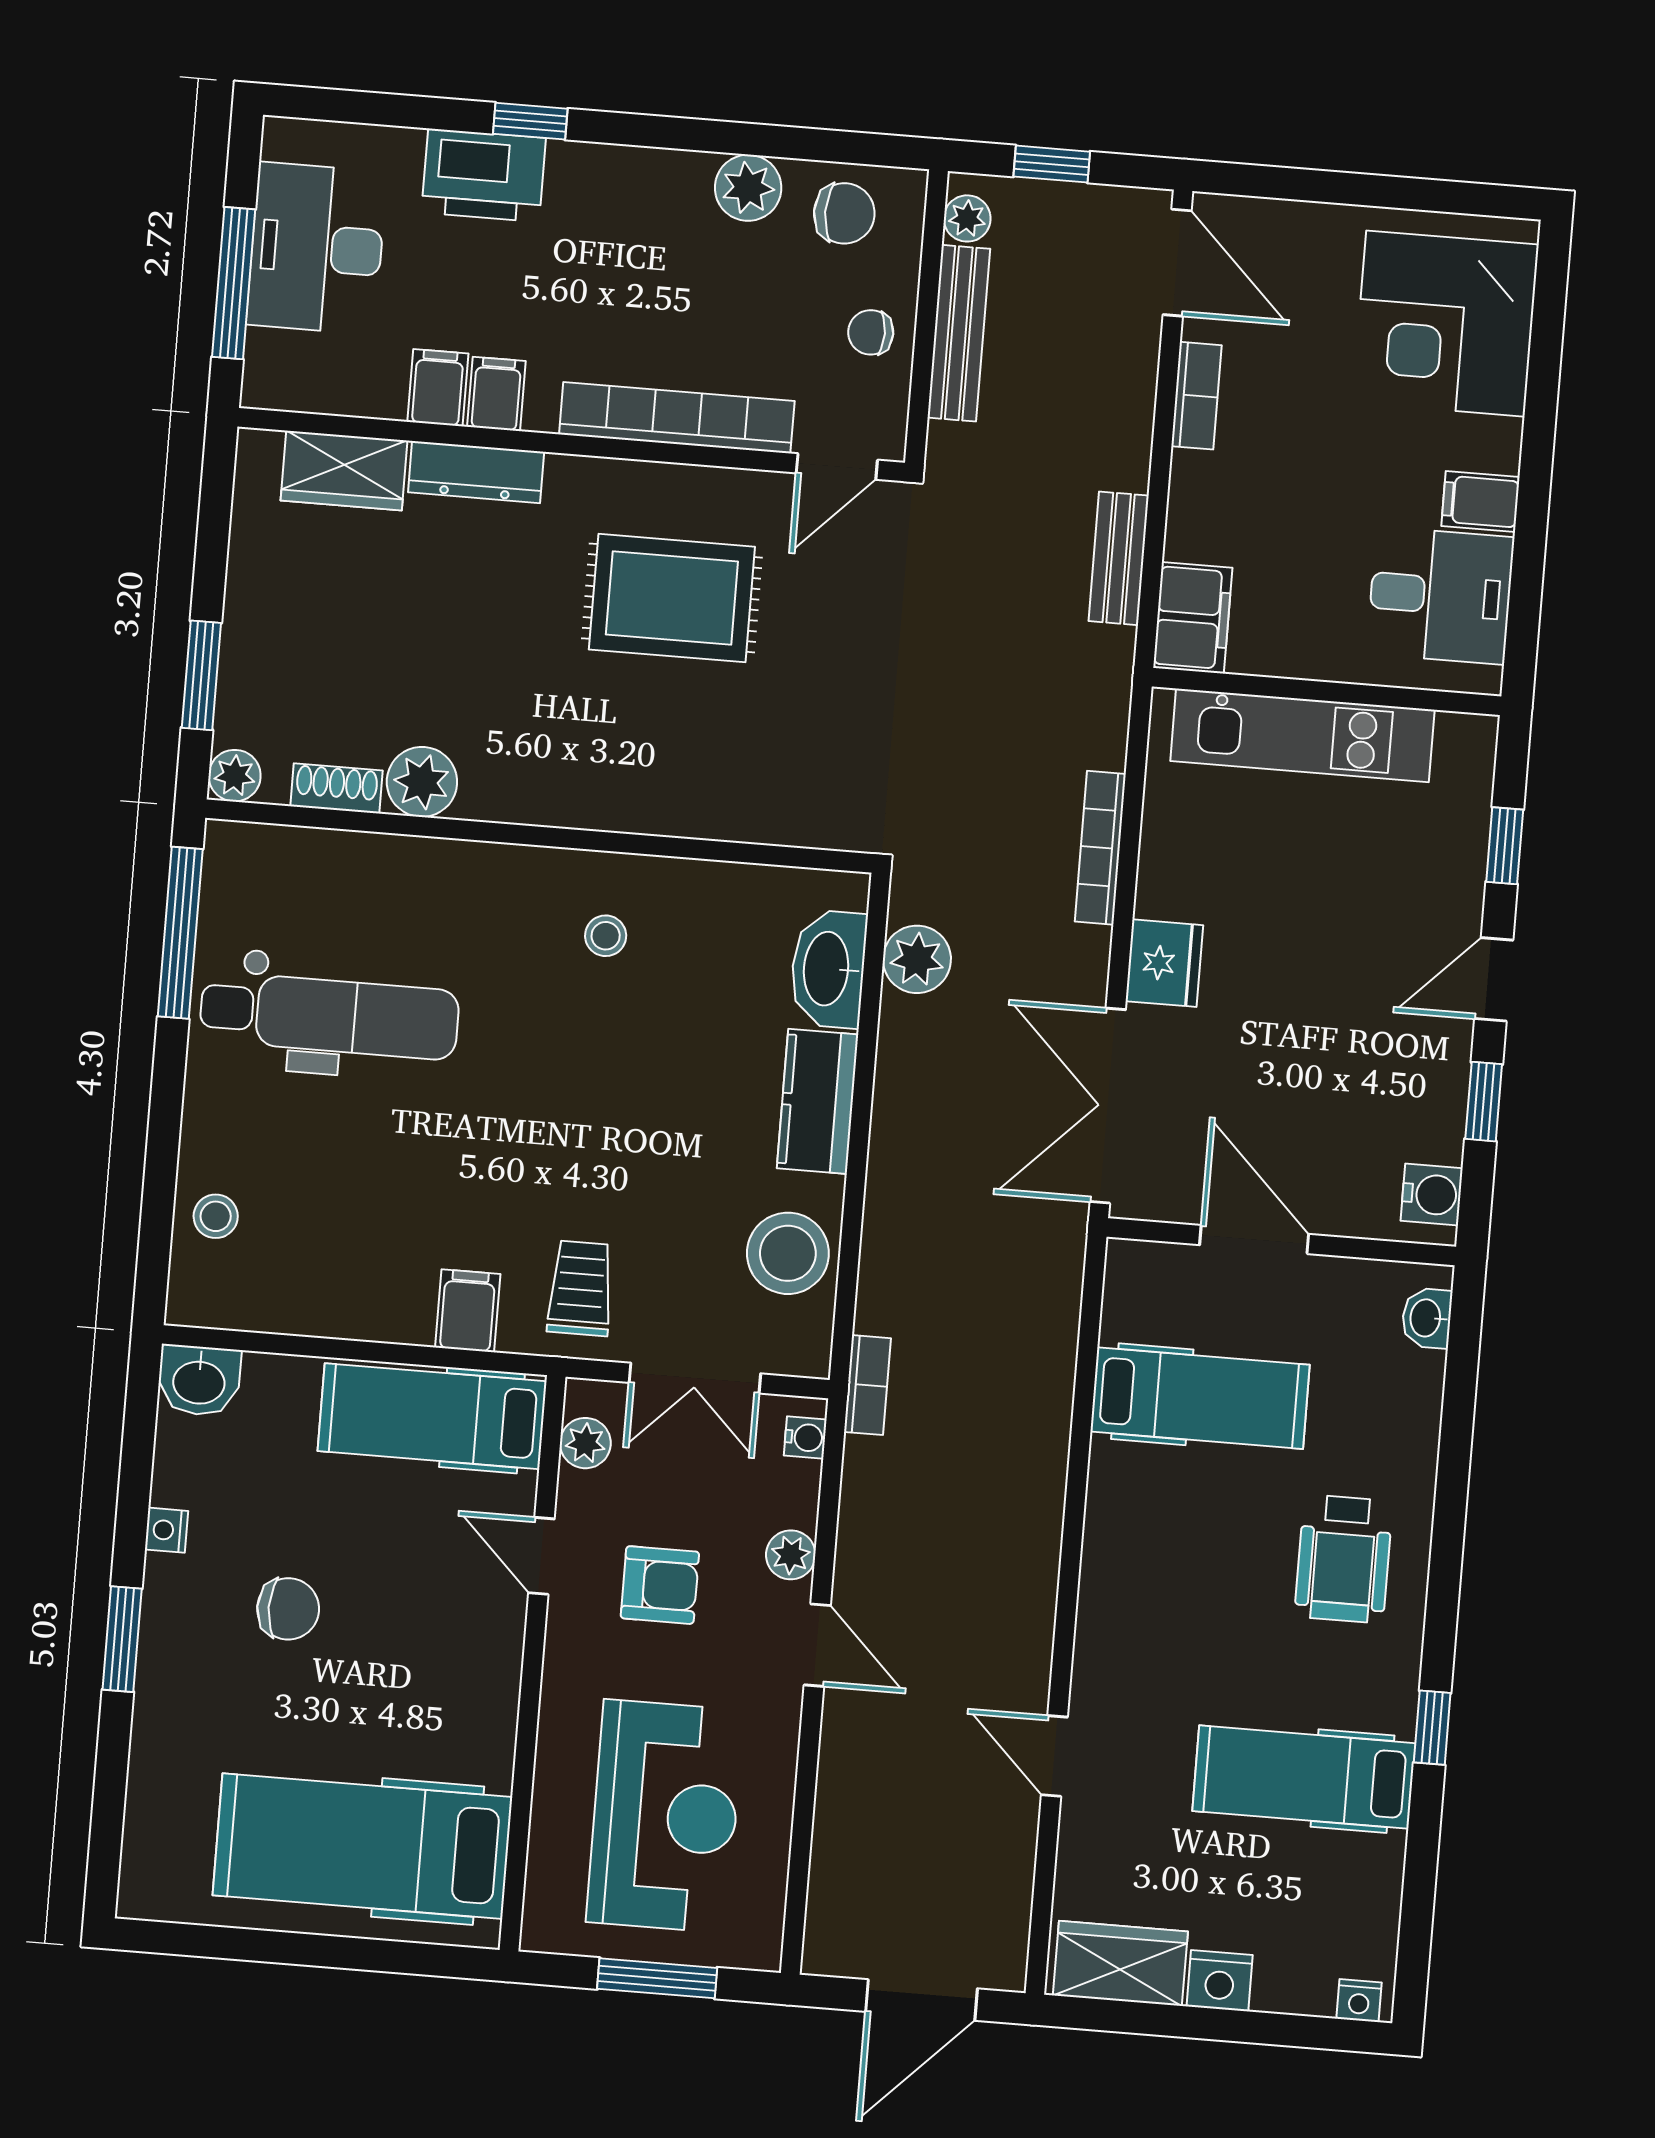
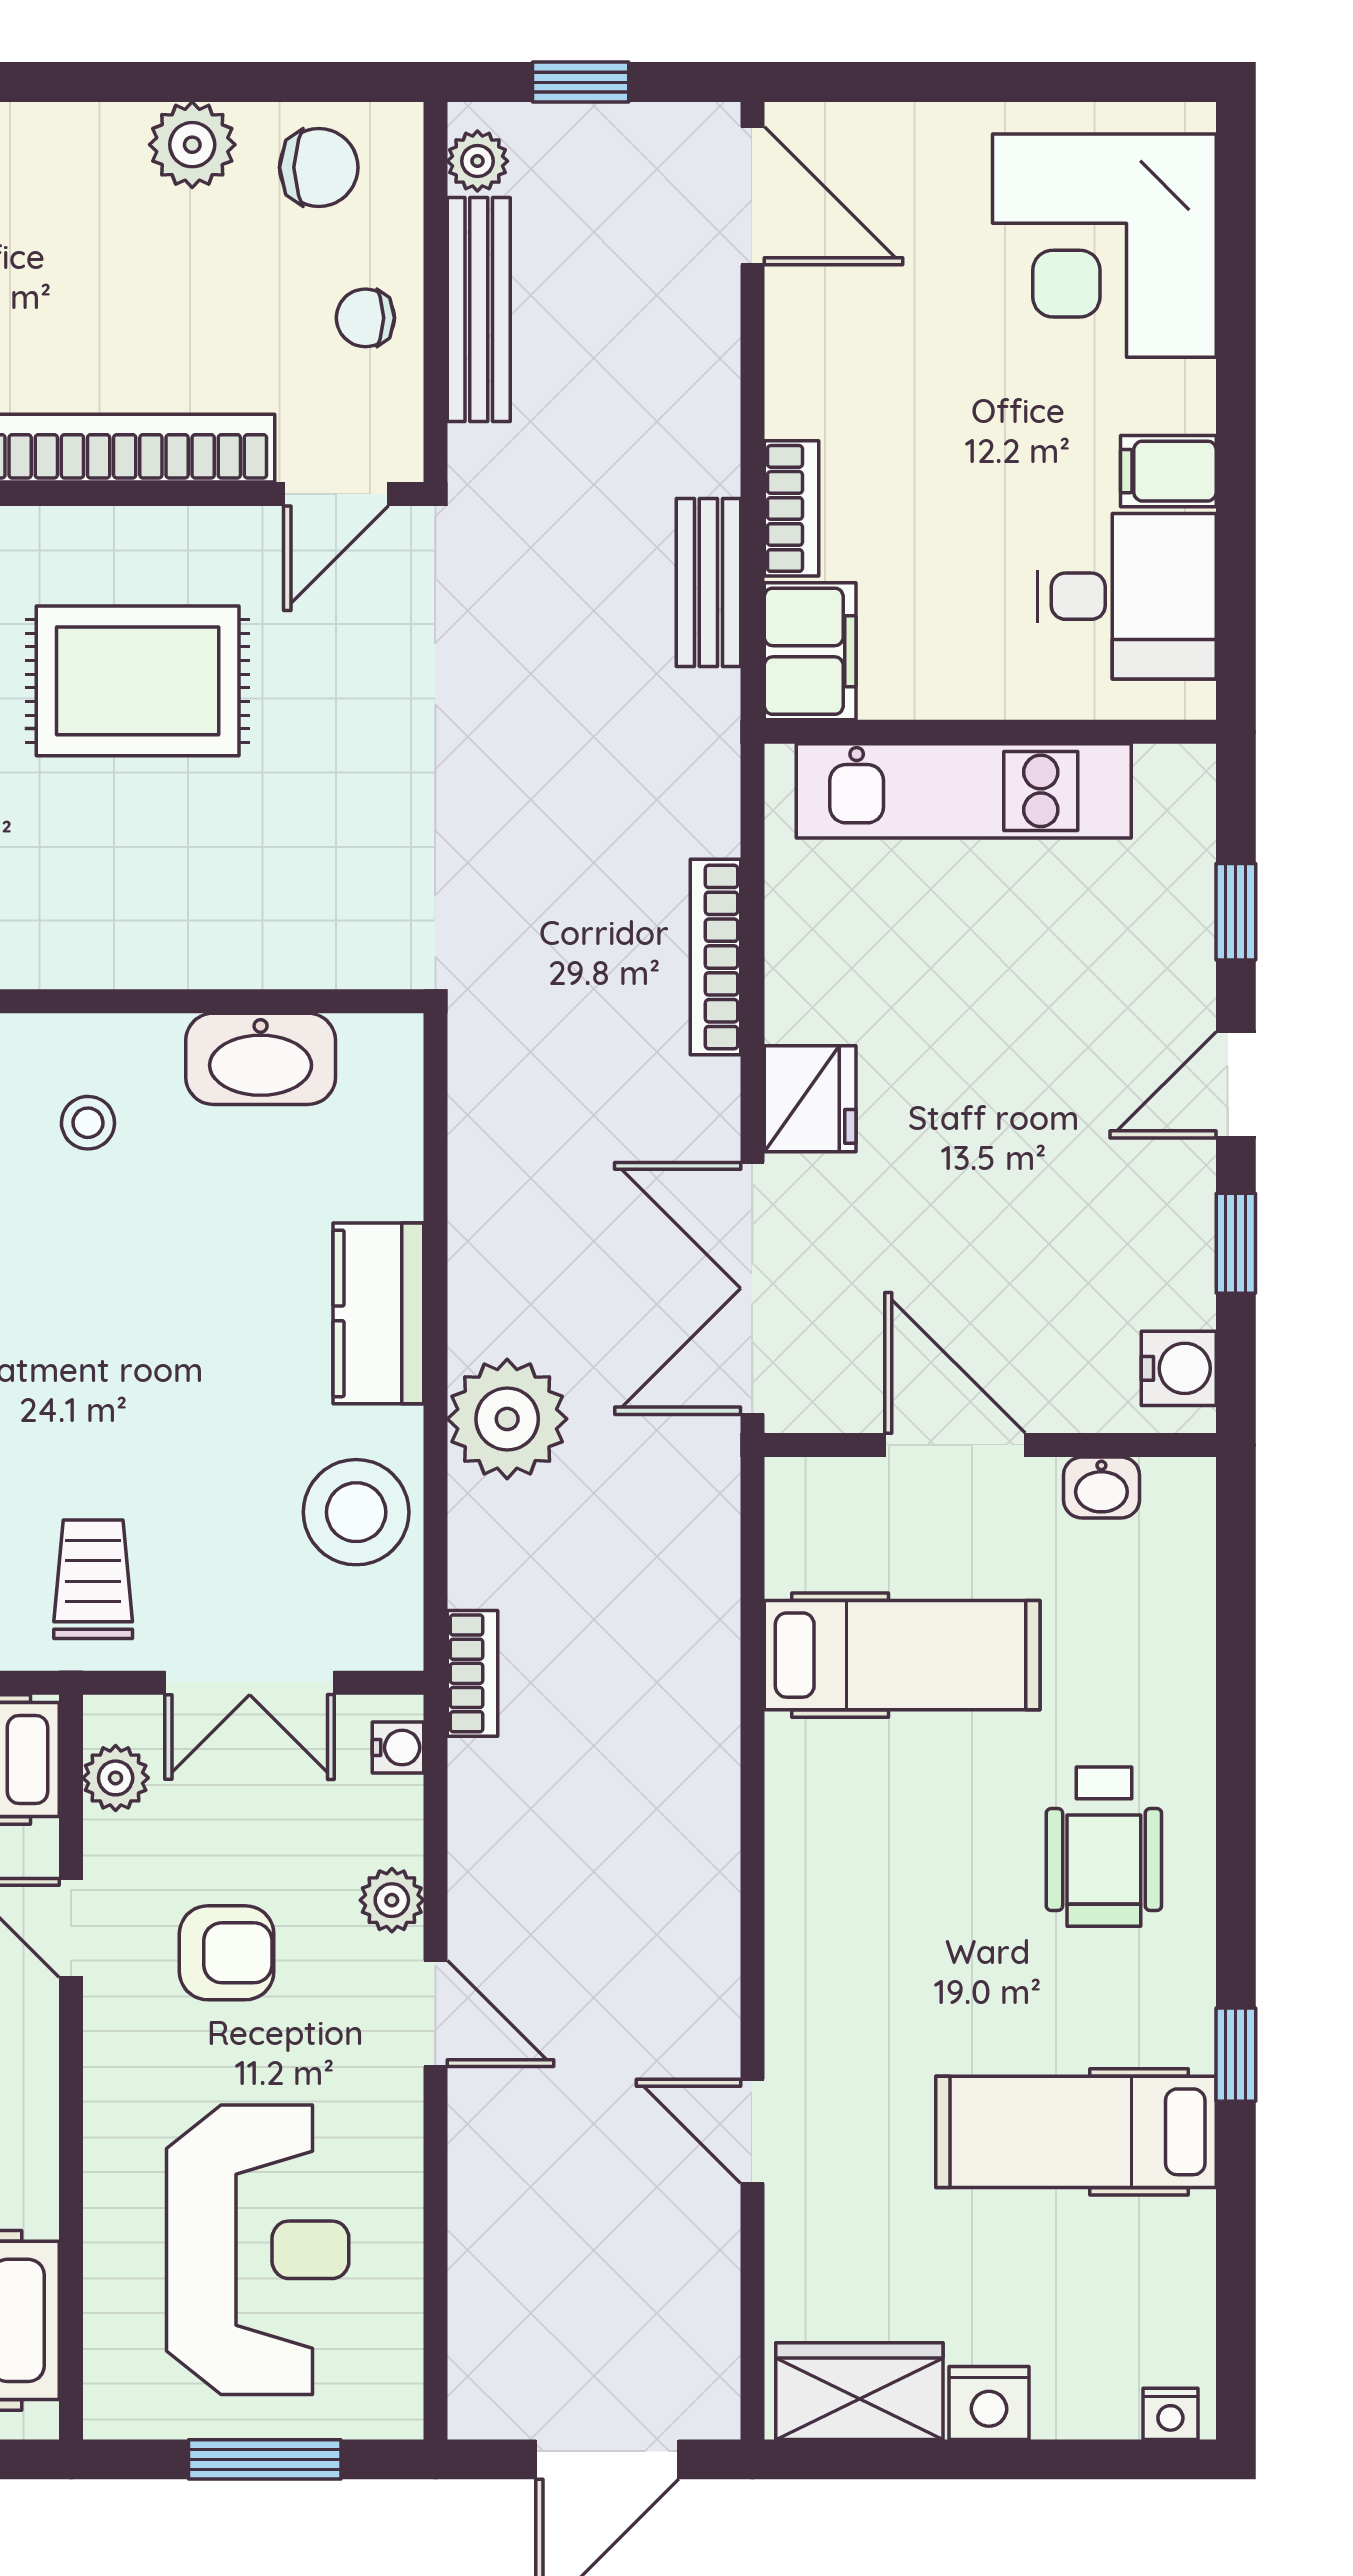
bookcase: (1196, 396) -> (791, 508), moved
plant: (917, 959) -> (507, 1419), moved, width x1.36, depth x1.36
washbasin: (828, 969) -> (261, 1059), moved, turned -90
washbasin: (1427, 1318) -> (1101, 1488), moved, turned -90

